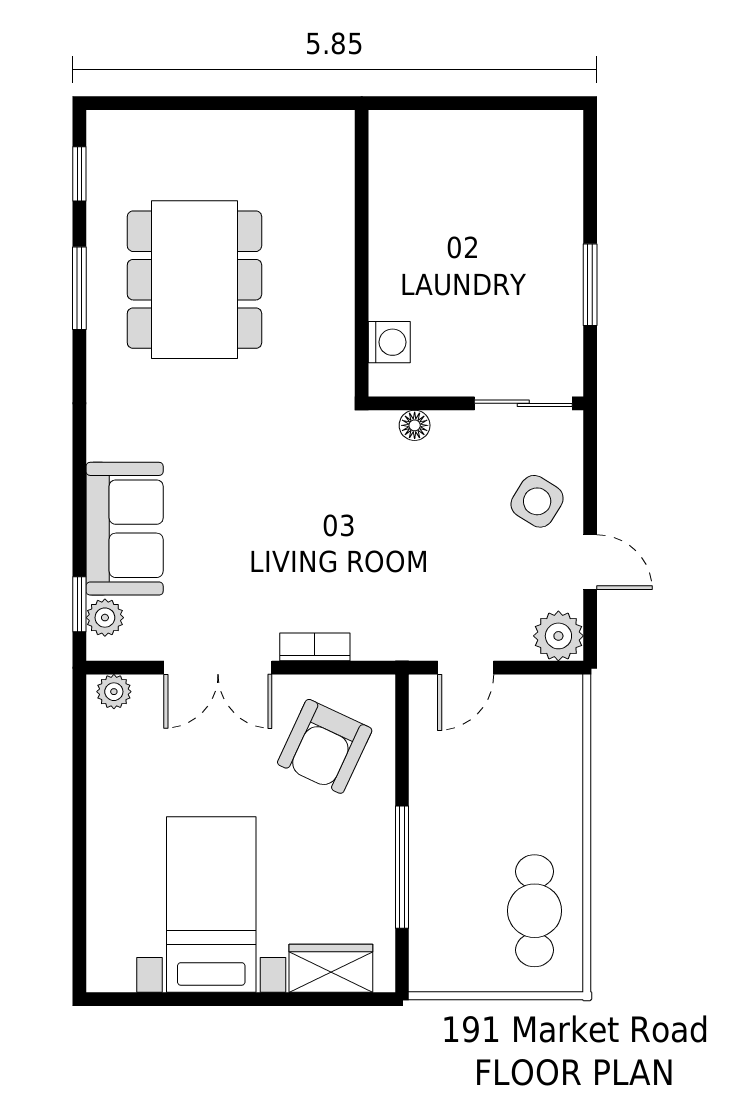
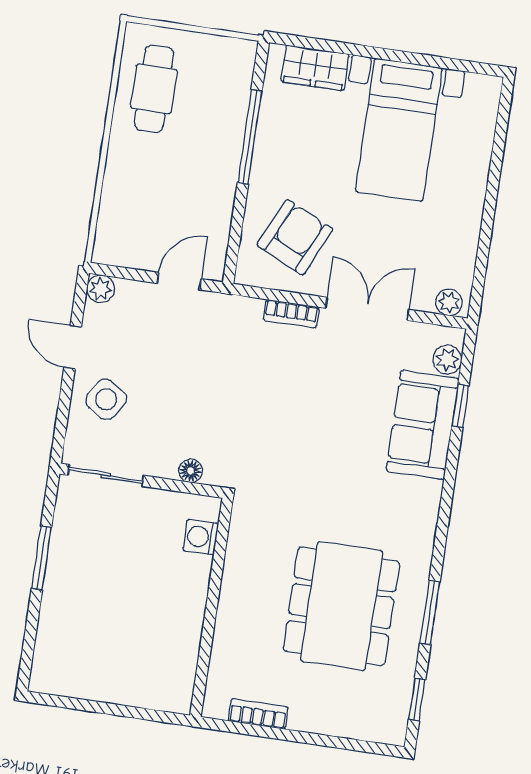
bookcase: (281, 125) -> (258, 714), added
window: (79, 604) -> (460, 406), moved
plant: (558, 636) -> (101, 289), width x0.73, depth x0.73

